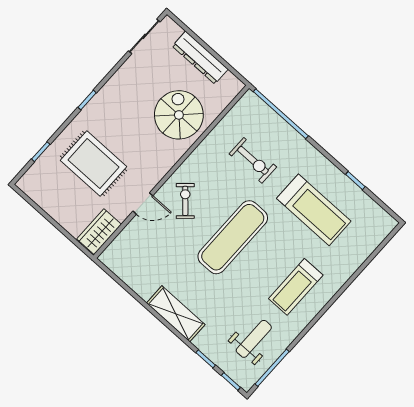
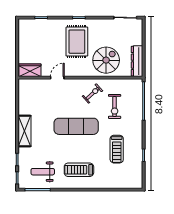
dresser: (200, 58) -> (137, 61), moved
rug: (94, 163) -> (77, 42), moved
exercise bike: (185, 201) -> (93, 93), moved
door: (143, 203) -> (57, 78), swing flipped
treadmill: (314, 210) -> (117, 149), width x0.73, depth x0.73
weight bench: (254, 339) -> (43, 172), turned 180

